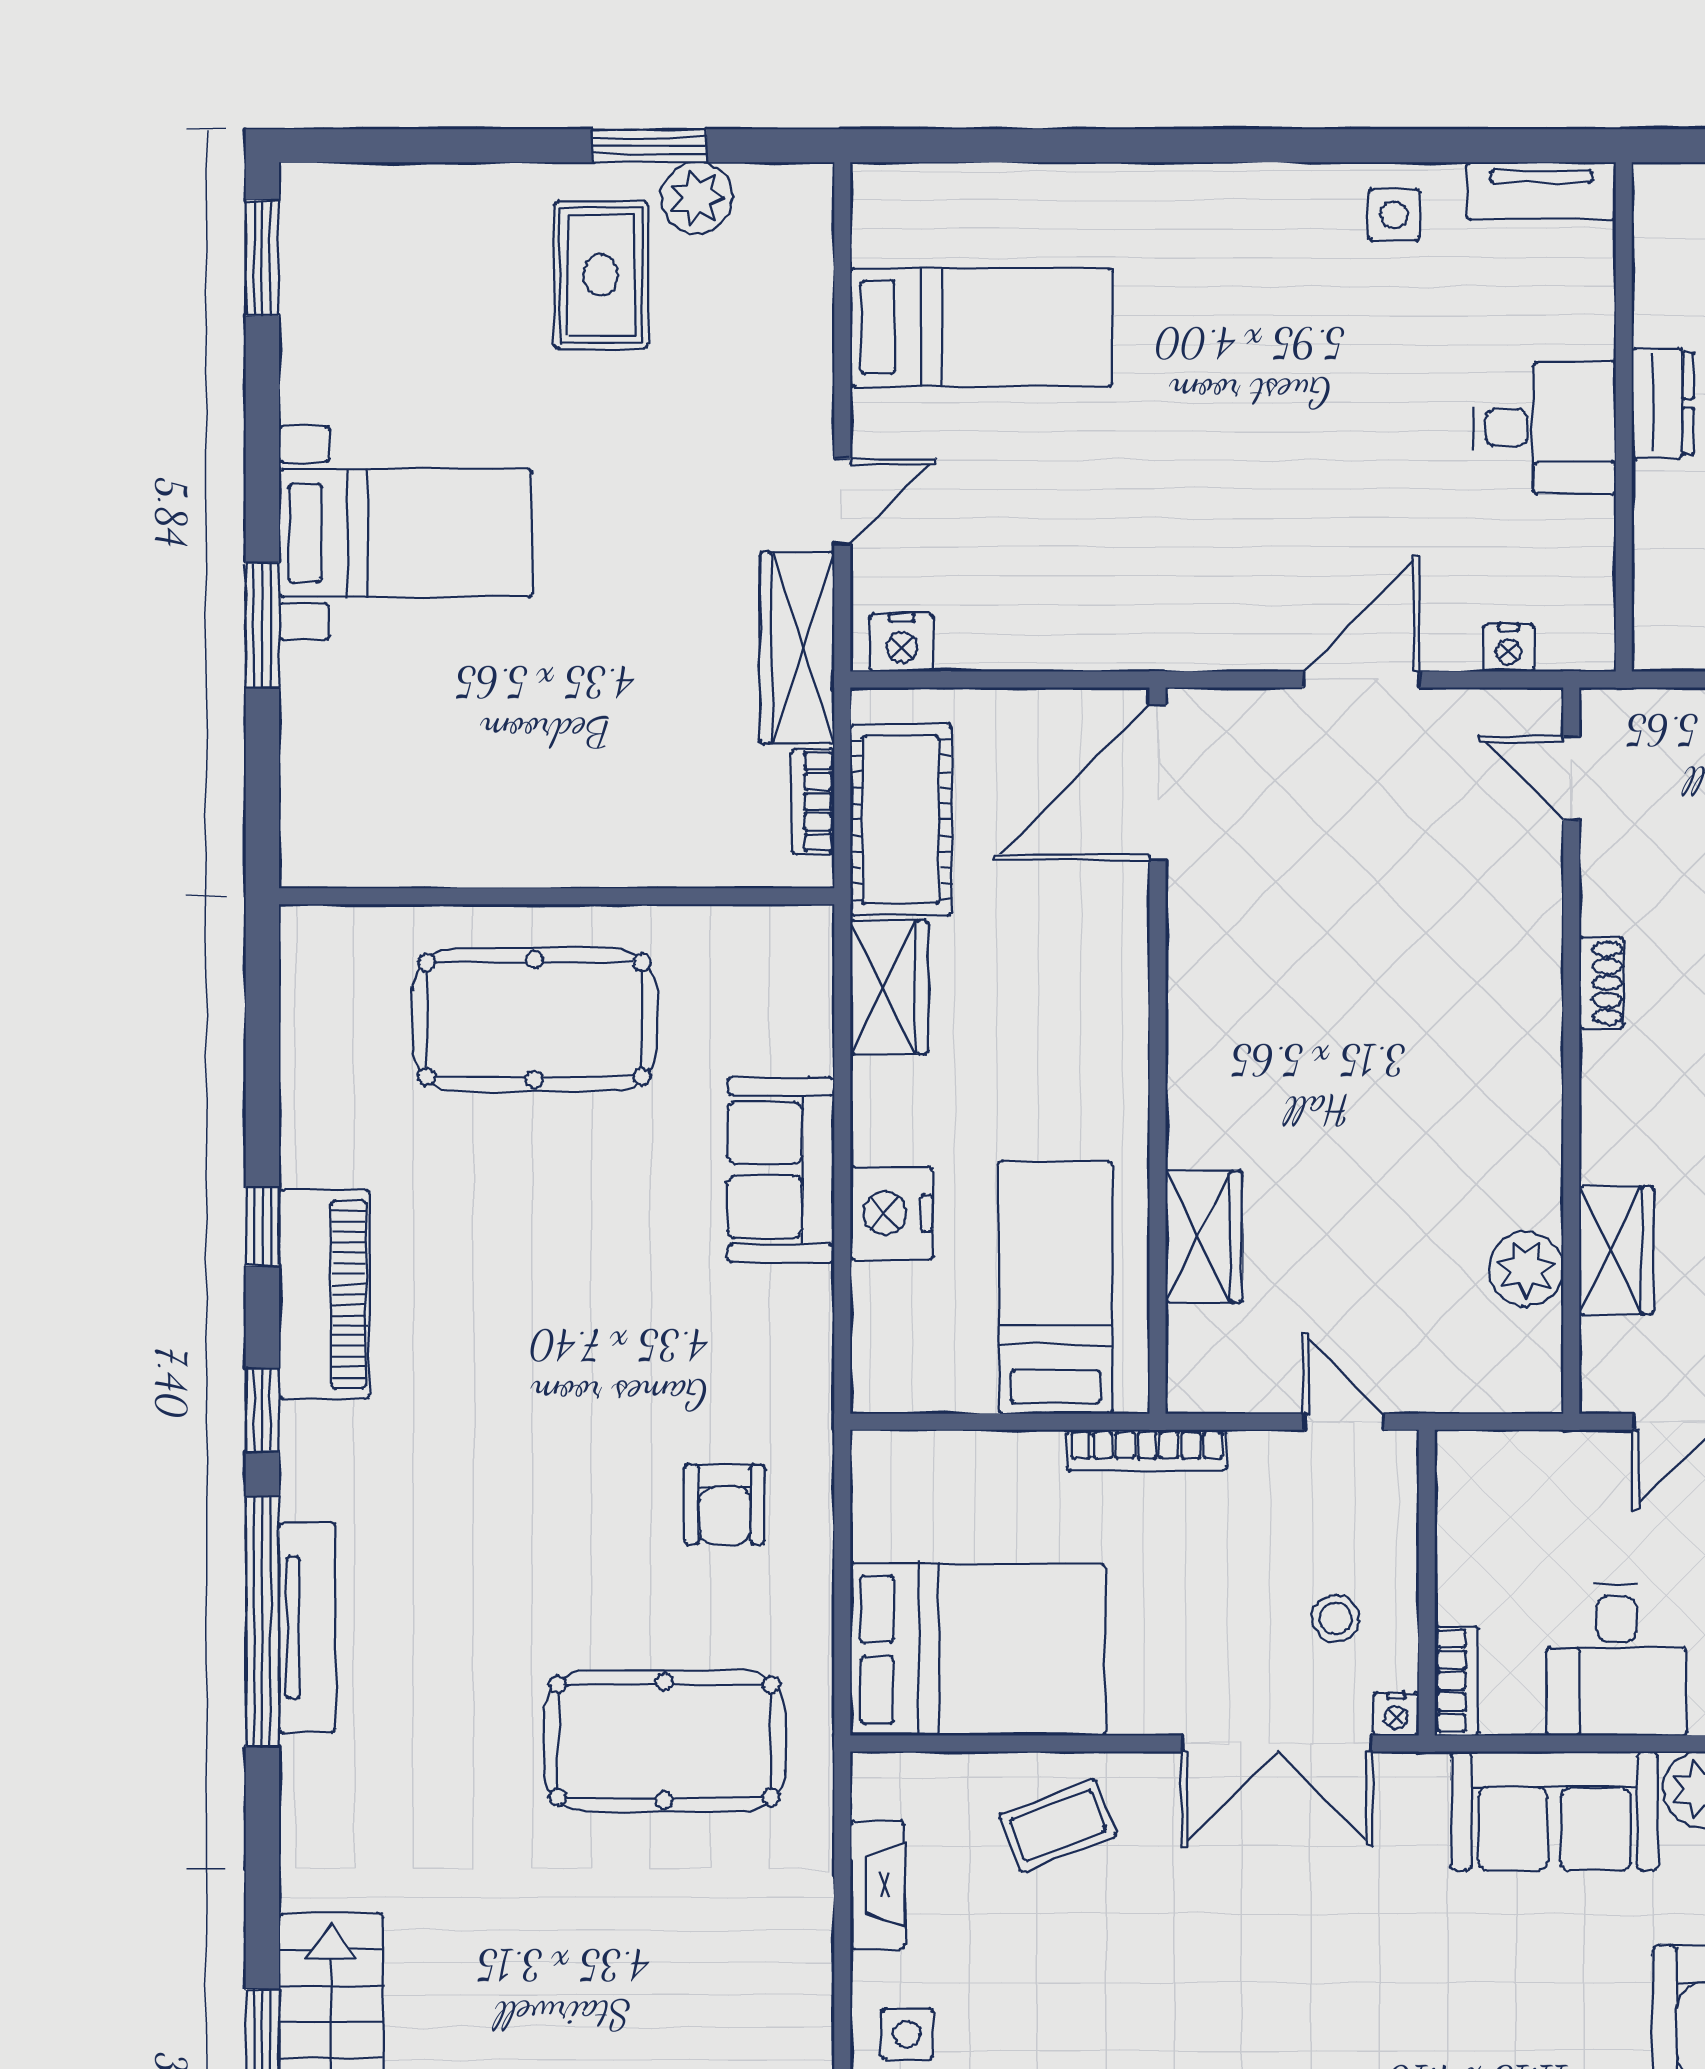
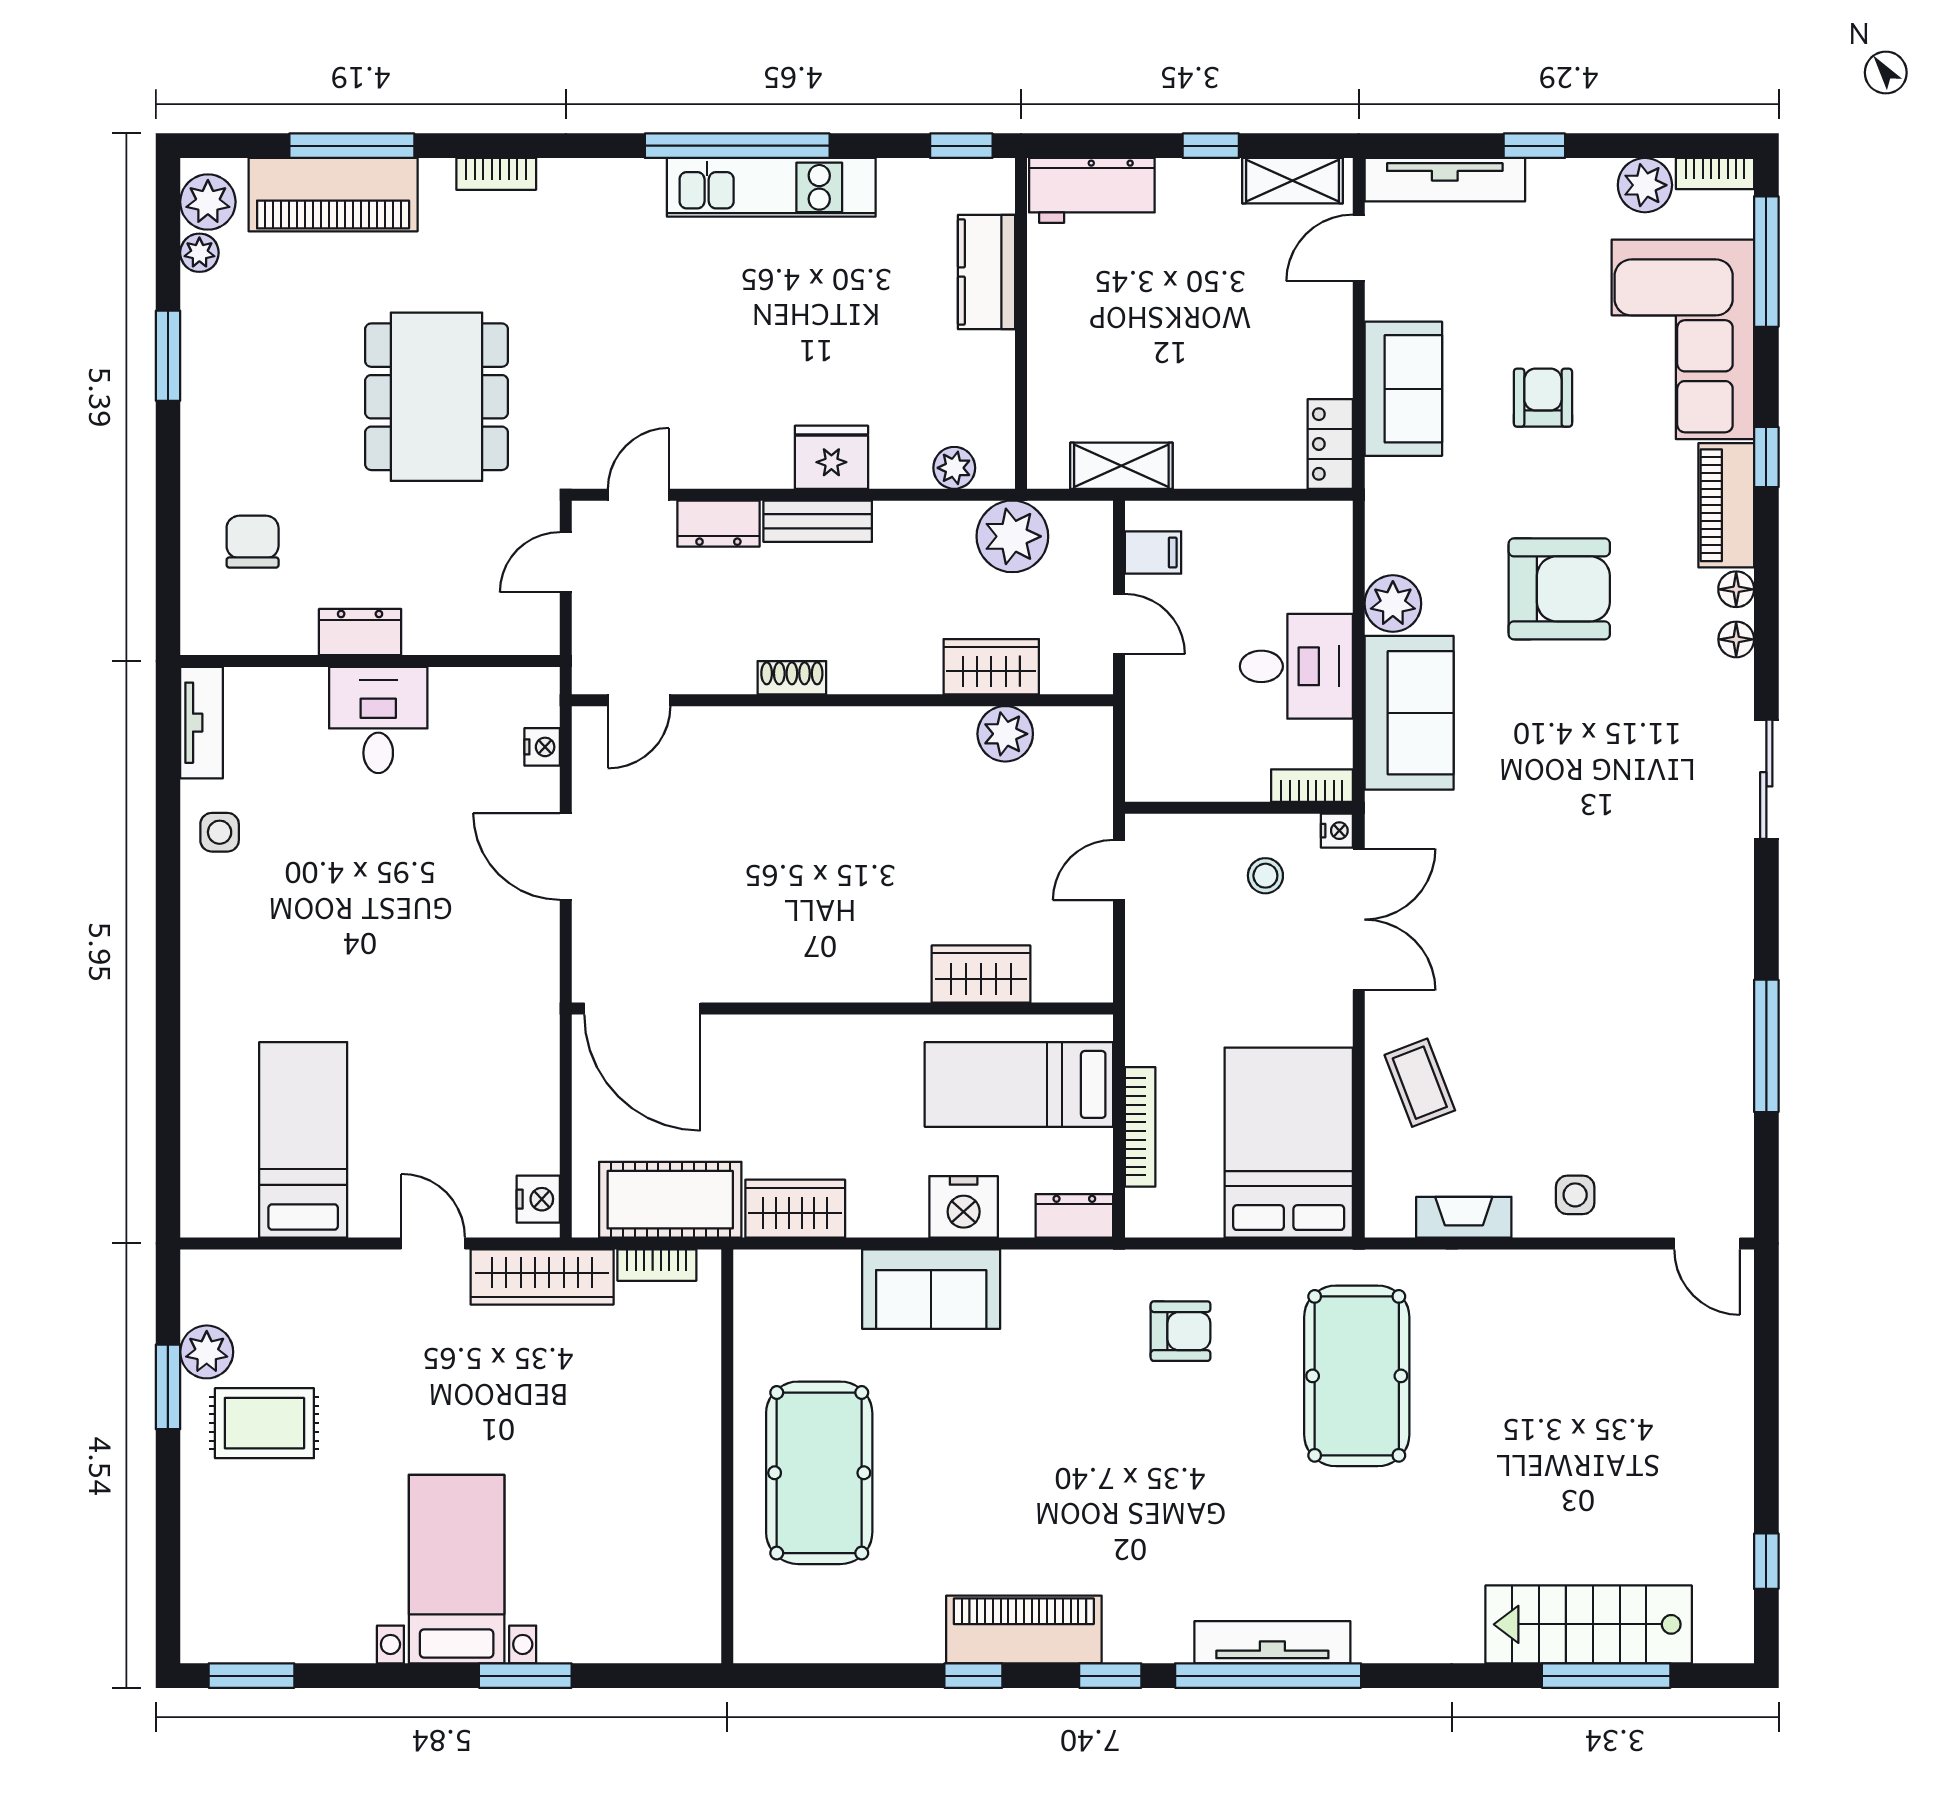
dresser: (879, 1362) -> (1074, 1216), added
bookcase: (1147, 1450) -> (1140, 1127), moved

